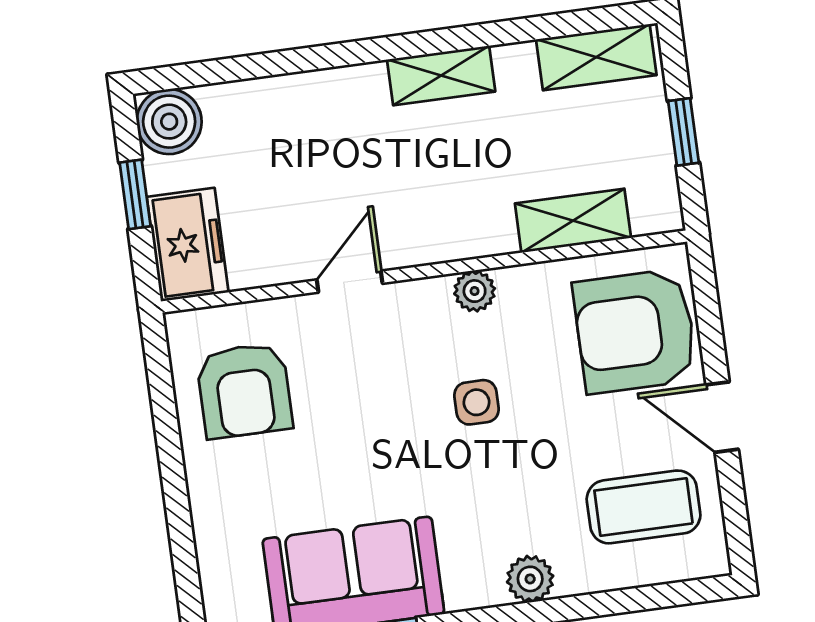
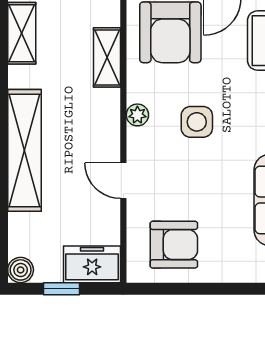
shelving: (441, 75) -> (24, 150), width x2.20, depth x1.33
boiler: (169, 122) -> (21, 270), width x0.73, depth x0.73
side table: (477, 402) -> (197, 122), width x1.37, depth x1.37

